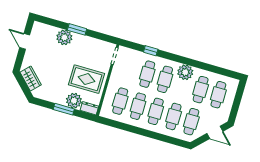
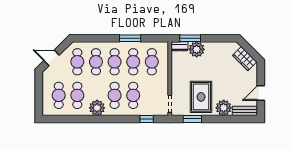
bench: (45, 29) -> (245, 111), added
window: (77, 29) -> (192, 119), moved
door: (25, 41) -> (261, 93), swing flipped
window: (151, 51) -> (147, 119), moved
rug: (87, 79) -> (201, 97), moved, turned 90
window: (64, 109) -> (190, 38), moved
window: (134, 130) -> (130, 38), added

